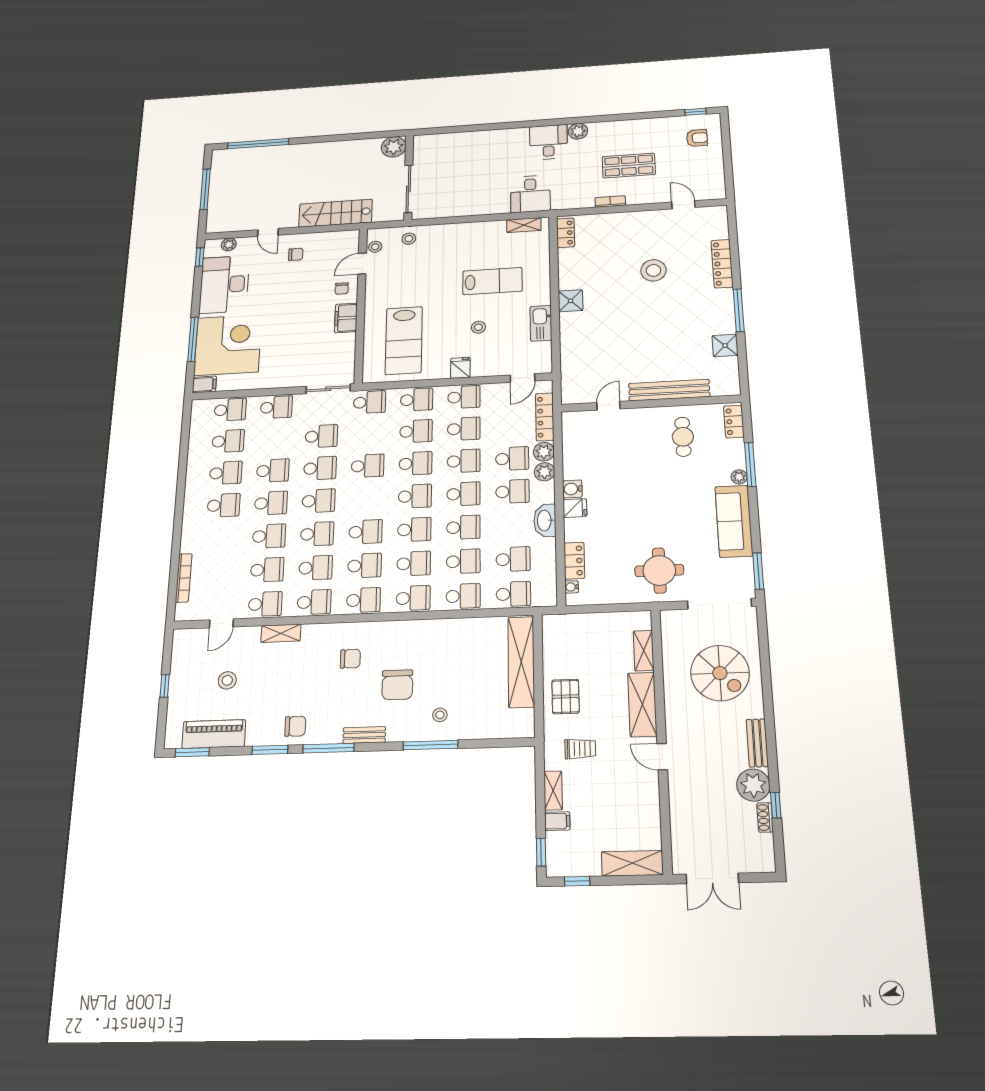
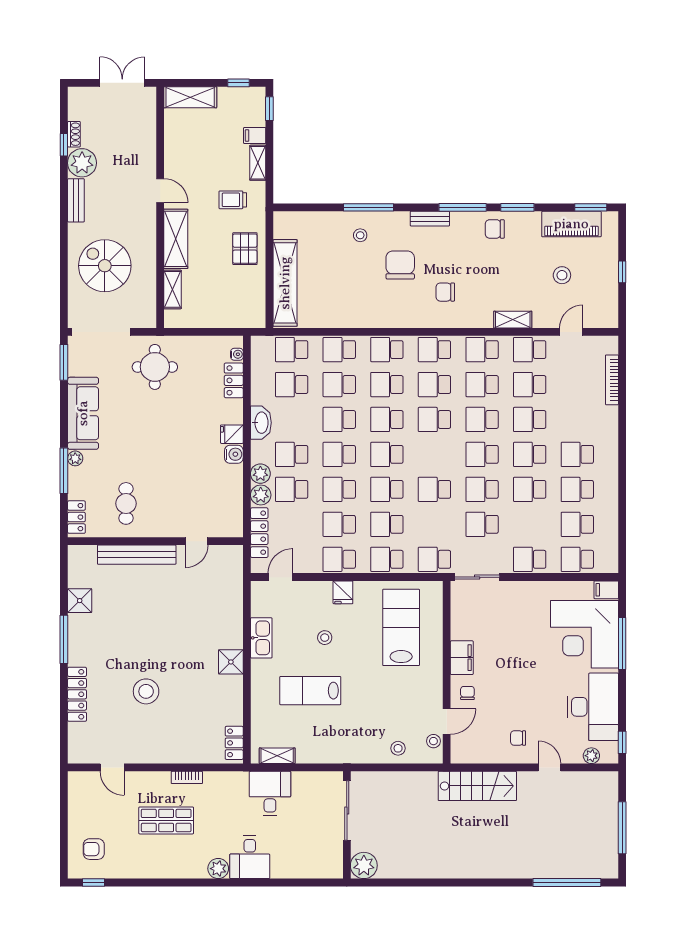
plant: (394, 147) -> (364, 865), moved
wall: (409, 177) -> (347, 825), moved
sliding door: (408, 189) -> (347, 810), moved

